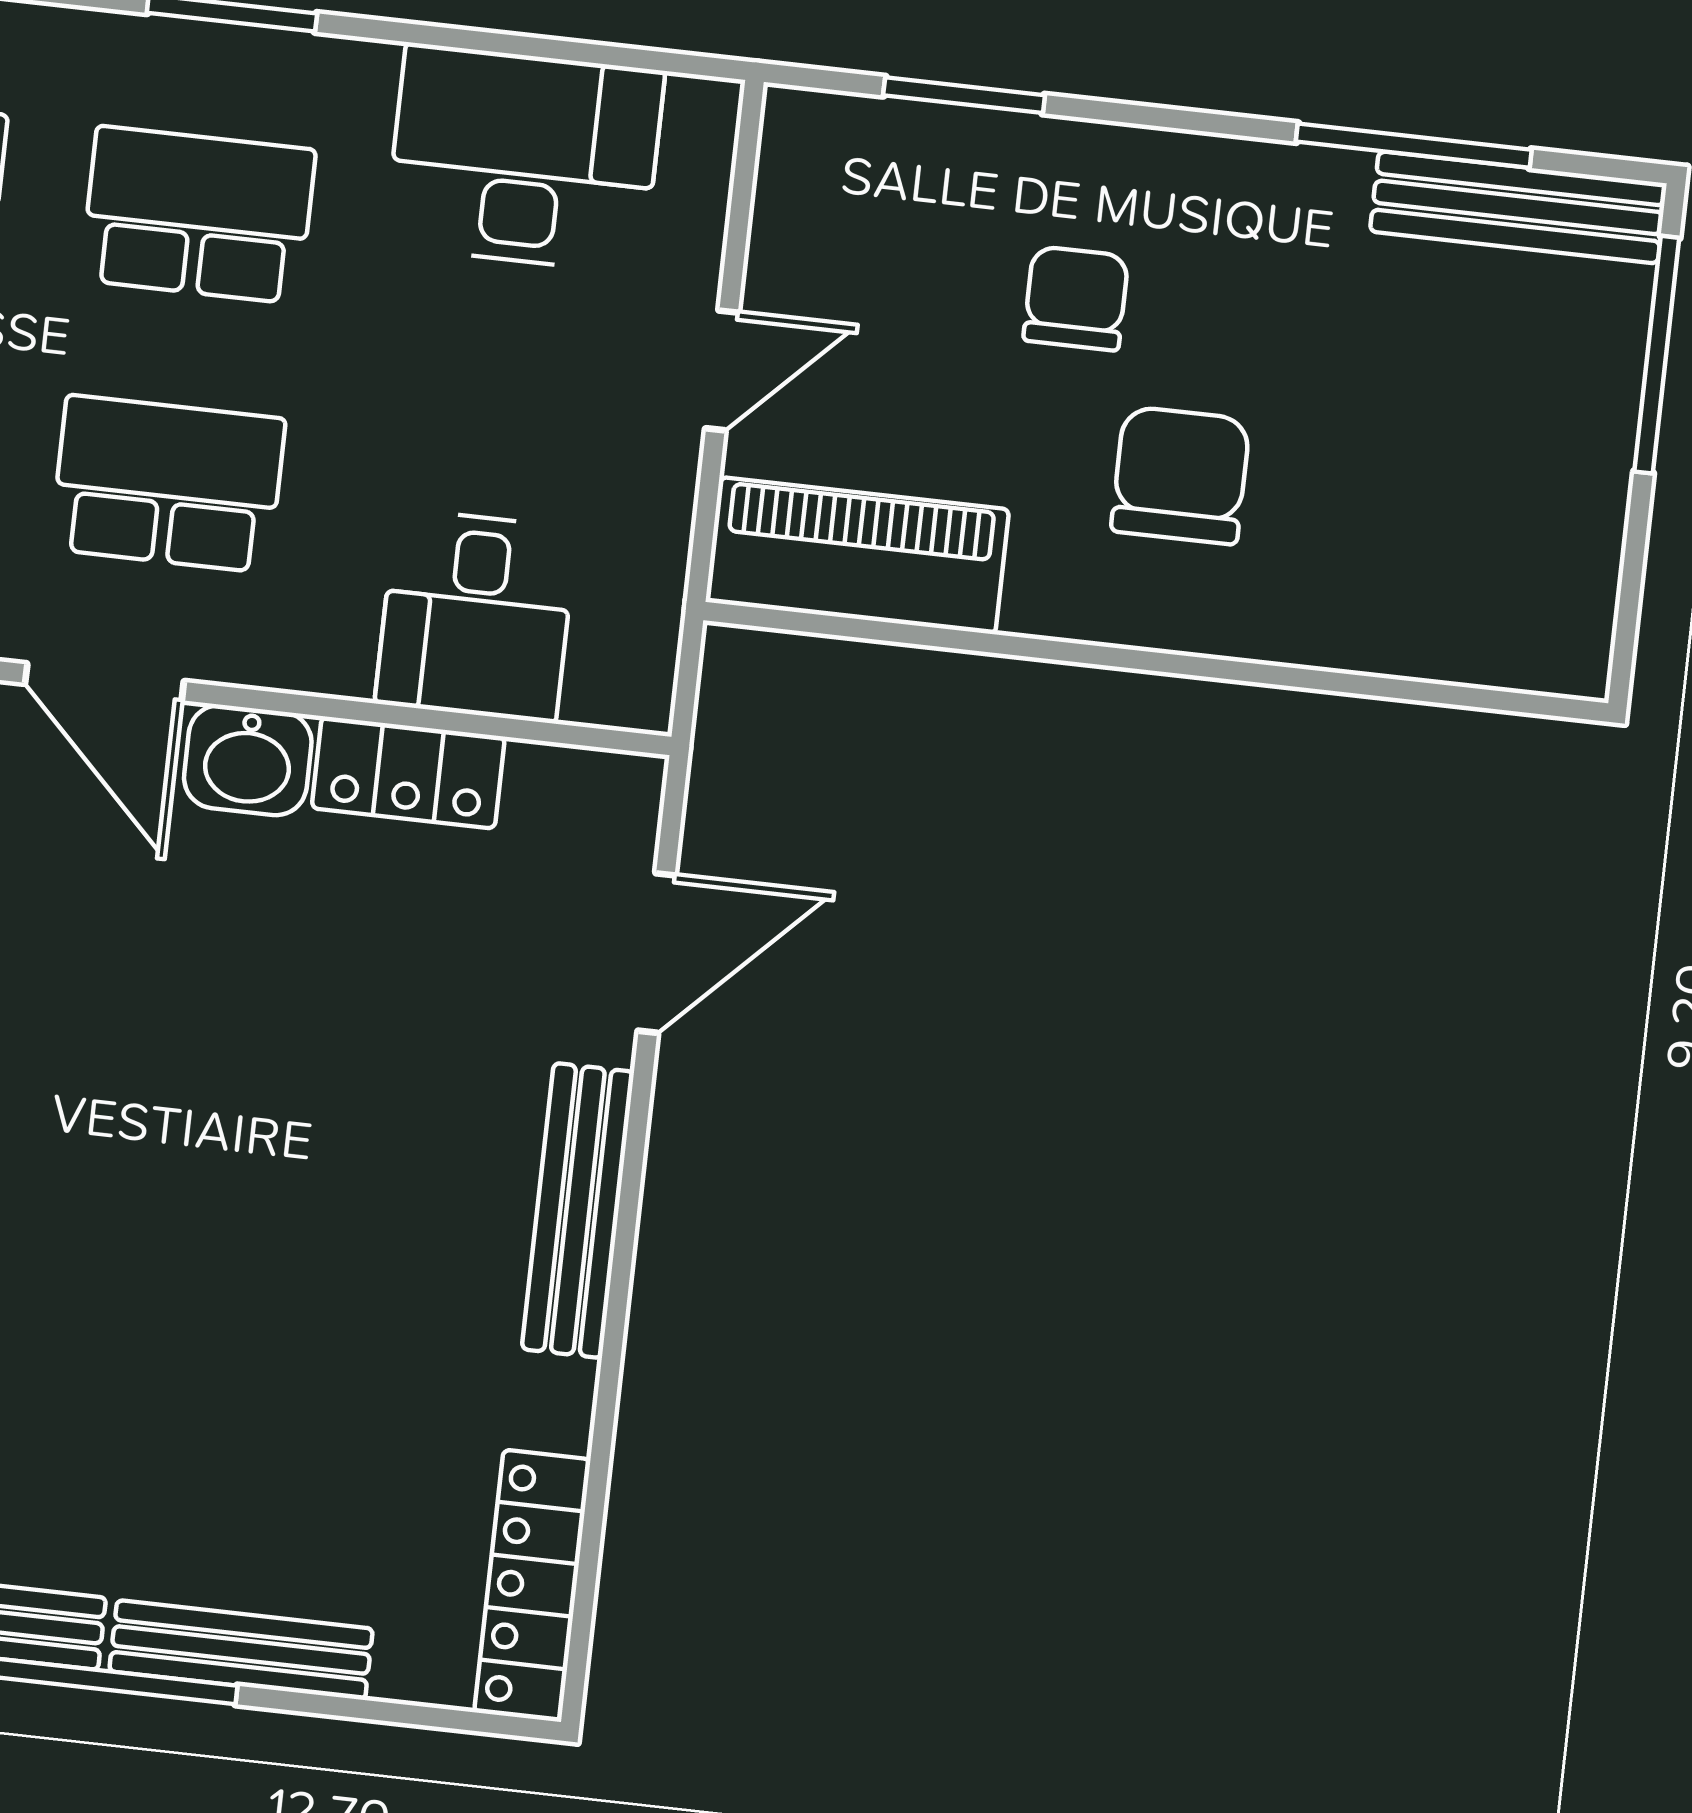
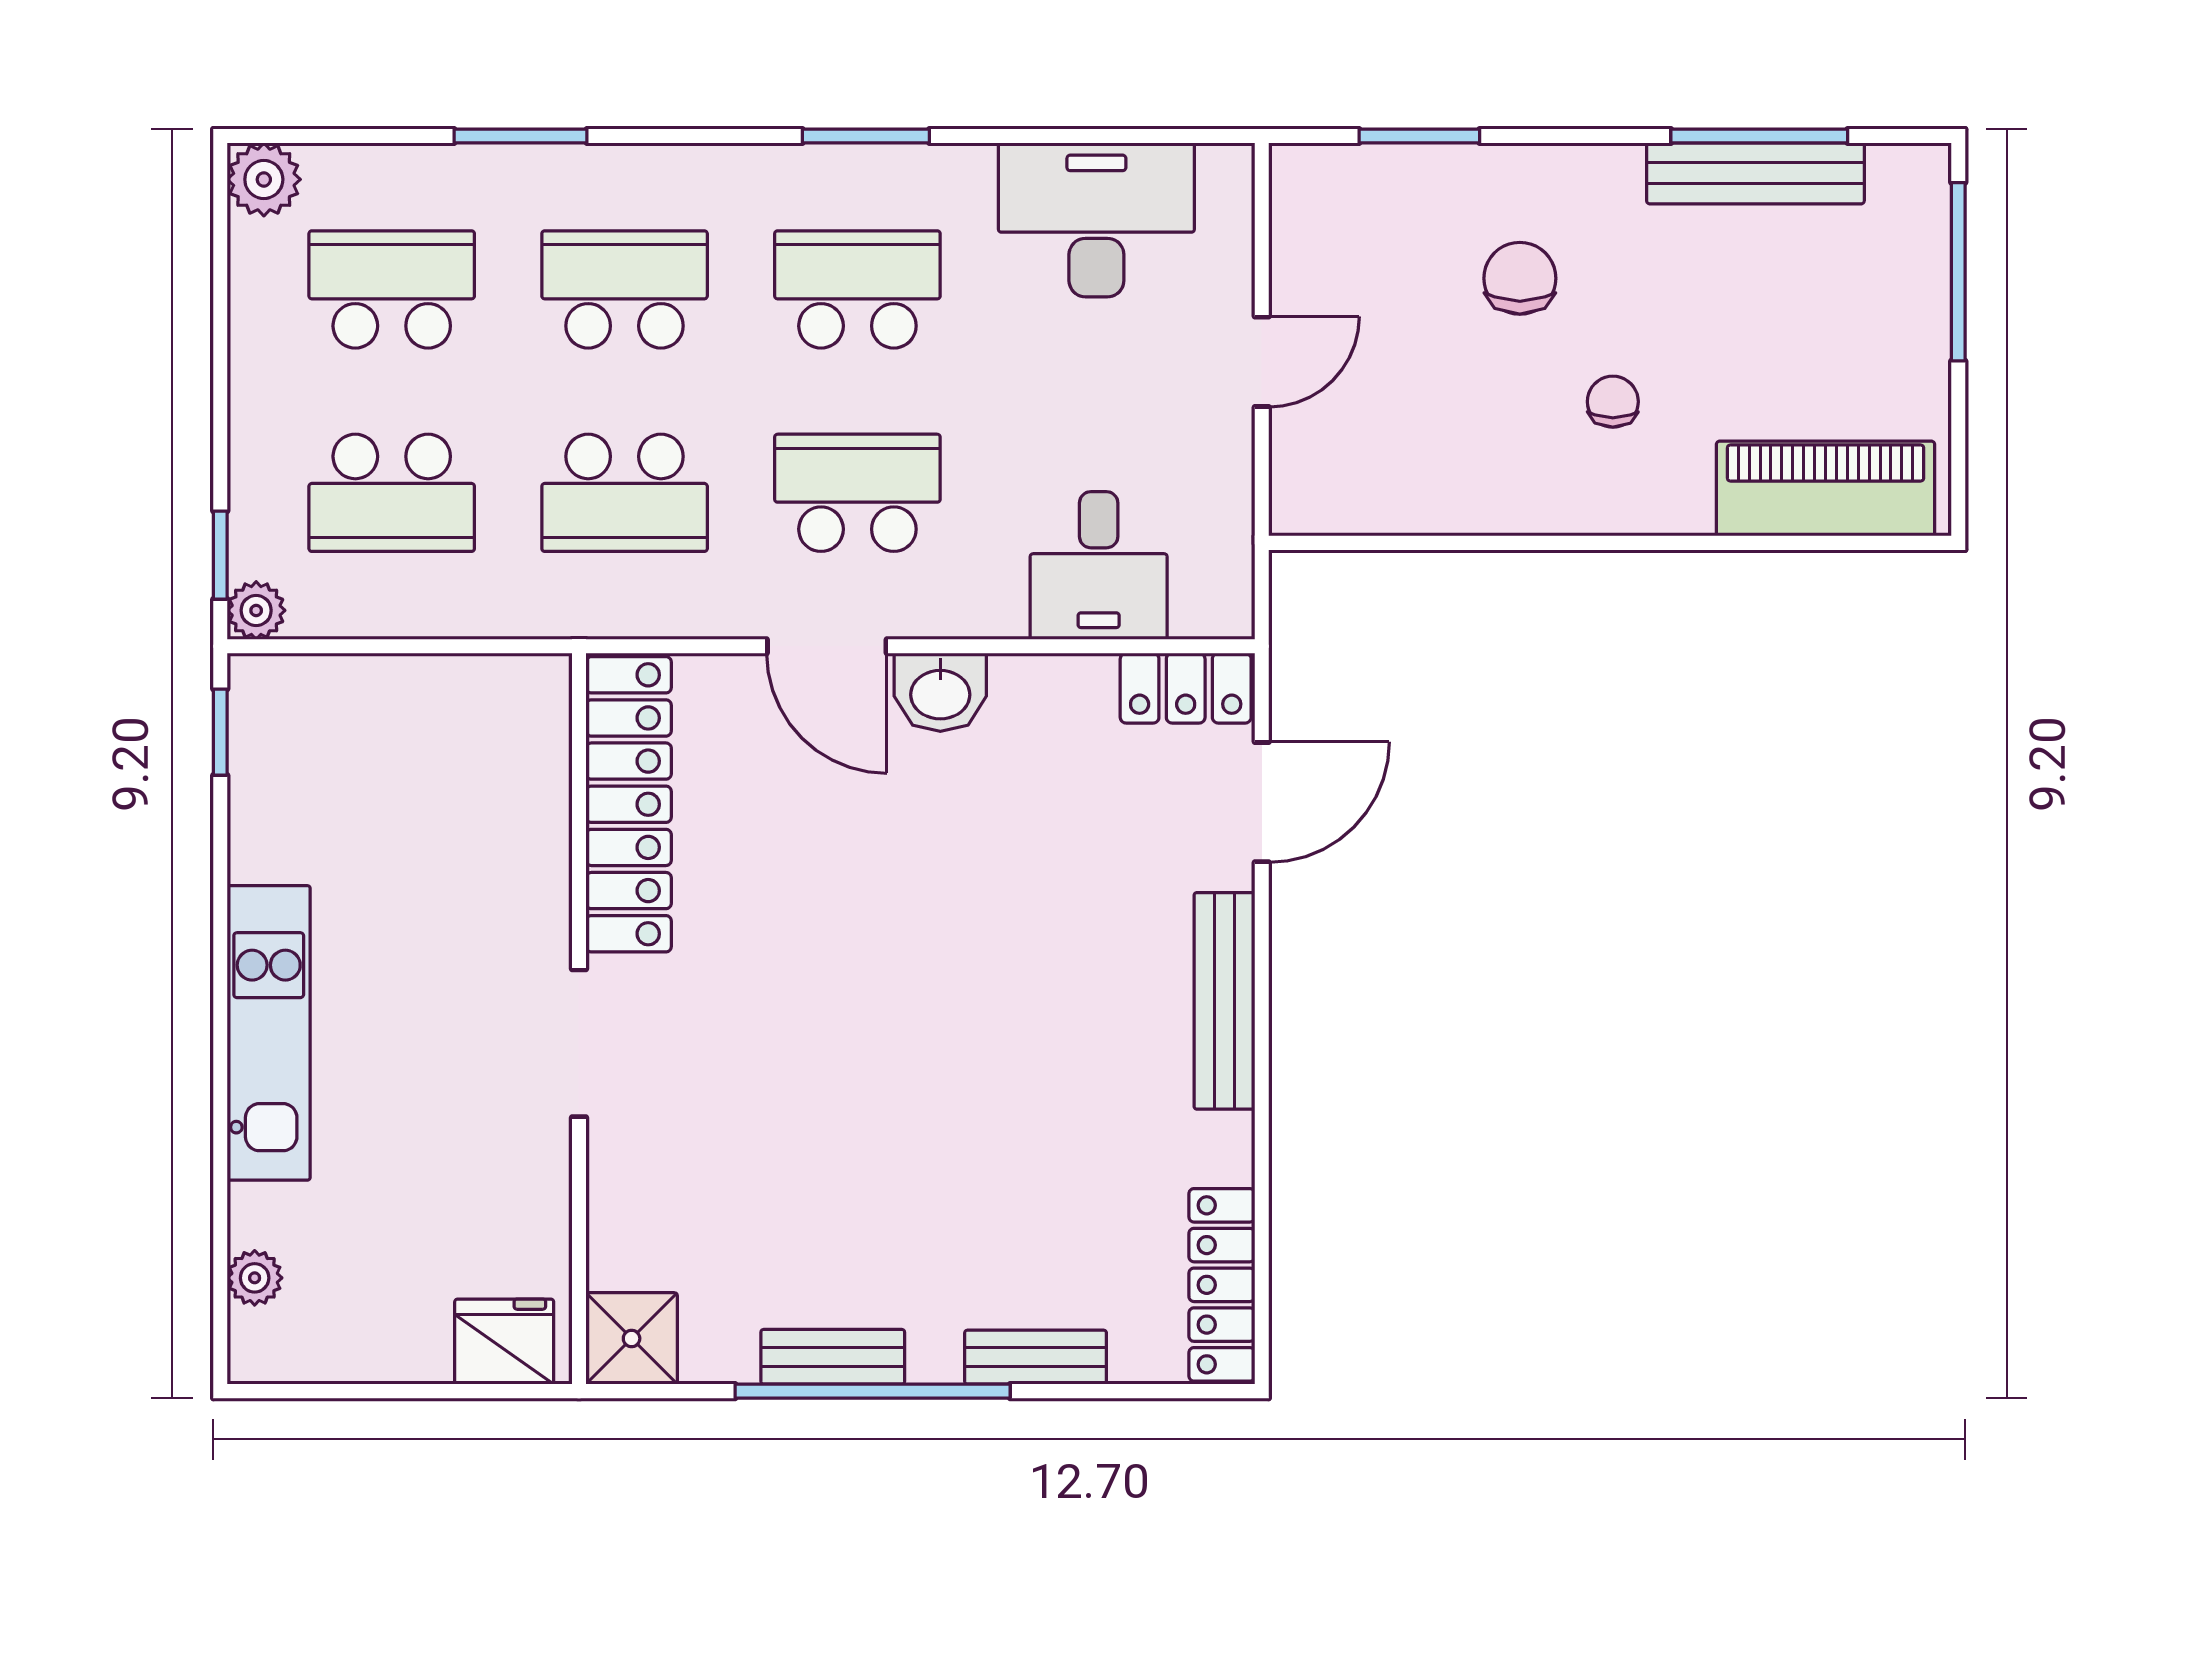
bench: (1518, 207) -> (1755, 173), moved
chair: (1181, 475) -> (1613, 402), width x0.54, depth x0.54
piano: (858, 556) -> (1826, 489), moved
locker: (408, 772) -> (1186, 688), moved
bench: (241, 1650) -> (1036, 1357), width x0.73

